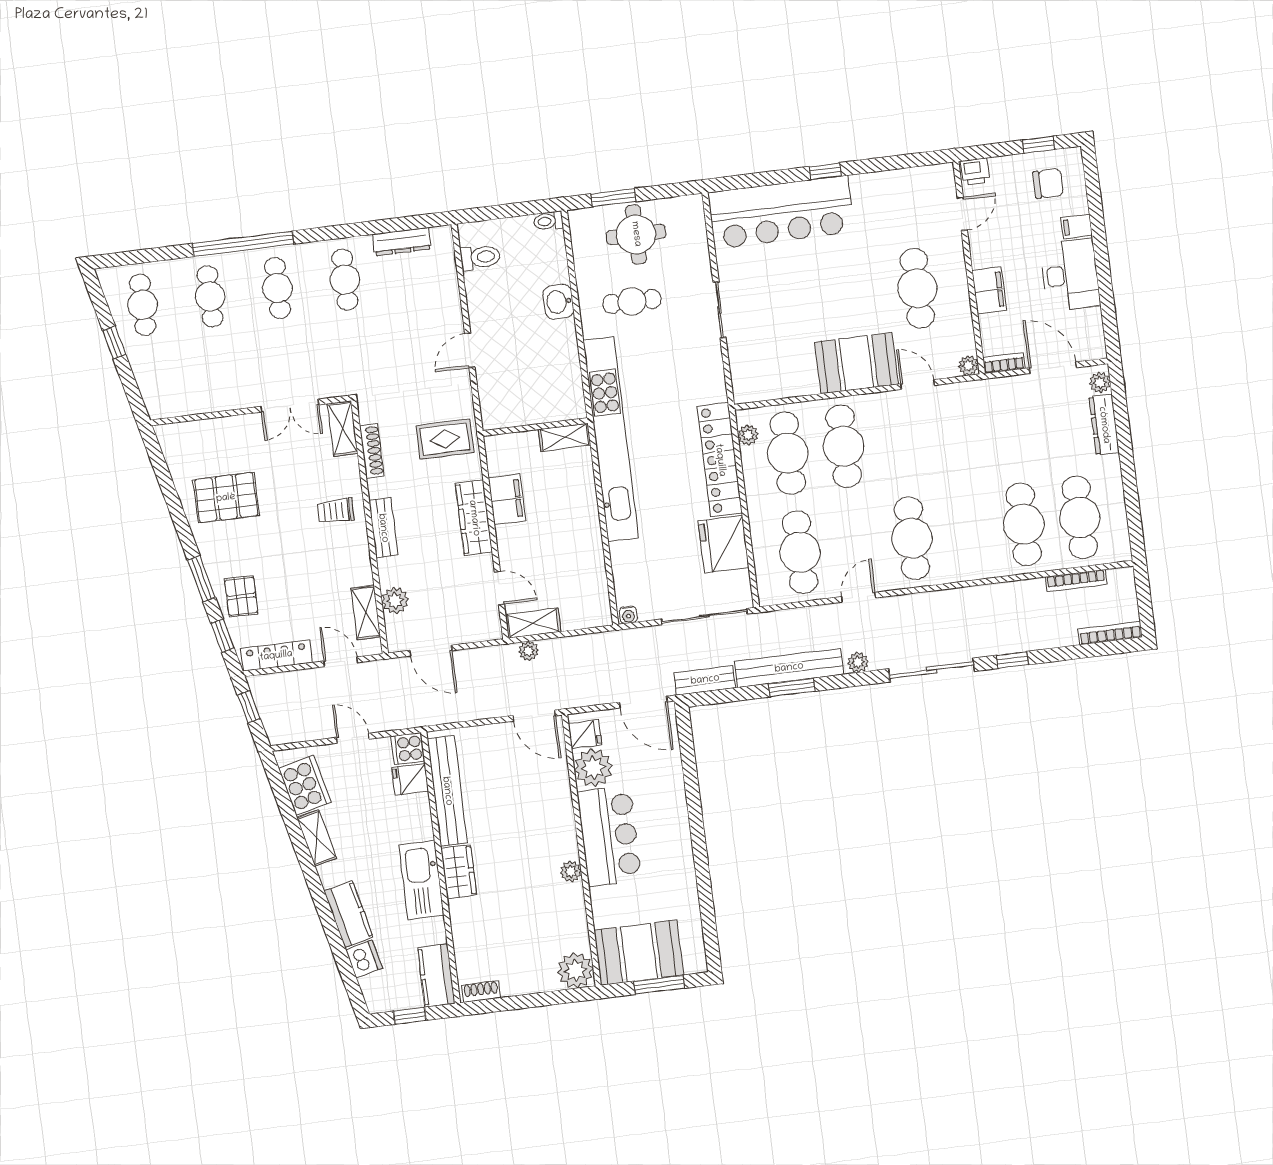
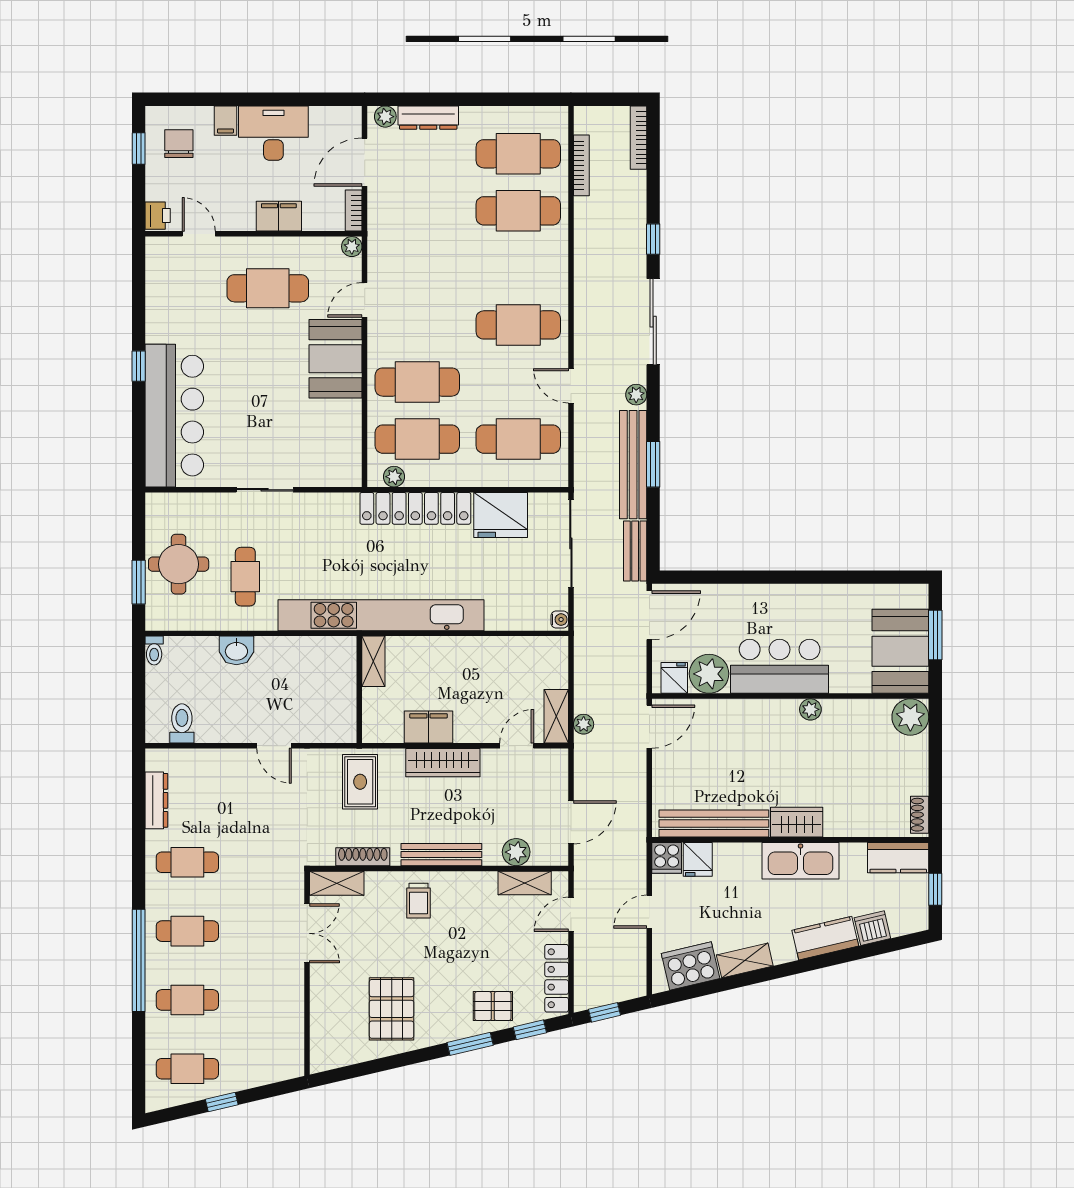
bench: (383, 528) -> (441, 855), width x1.36

